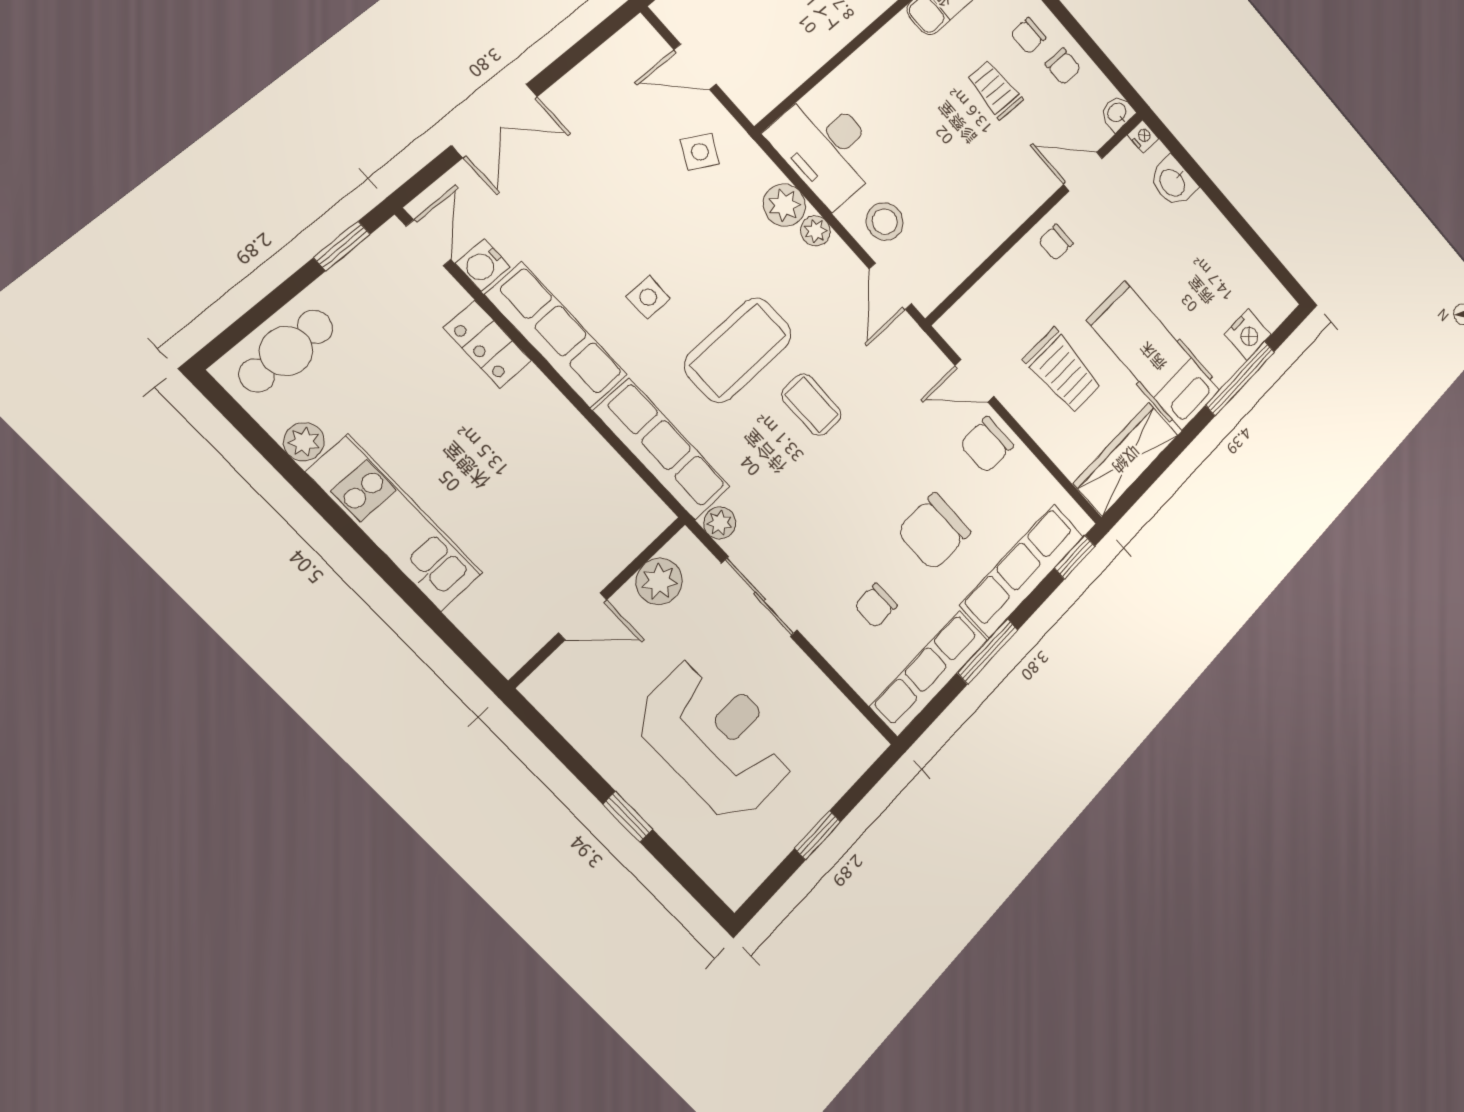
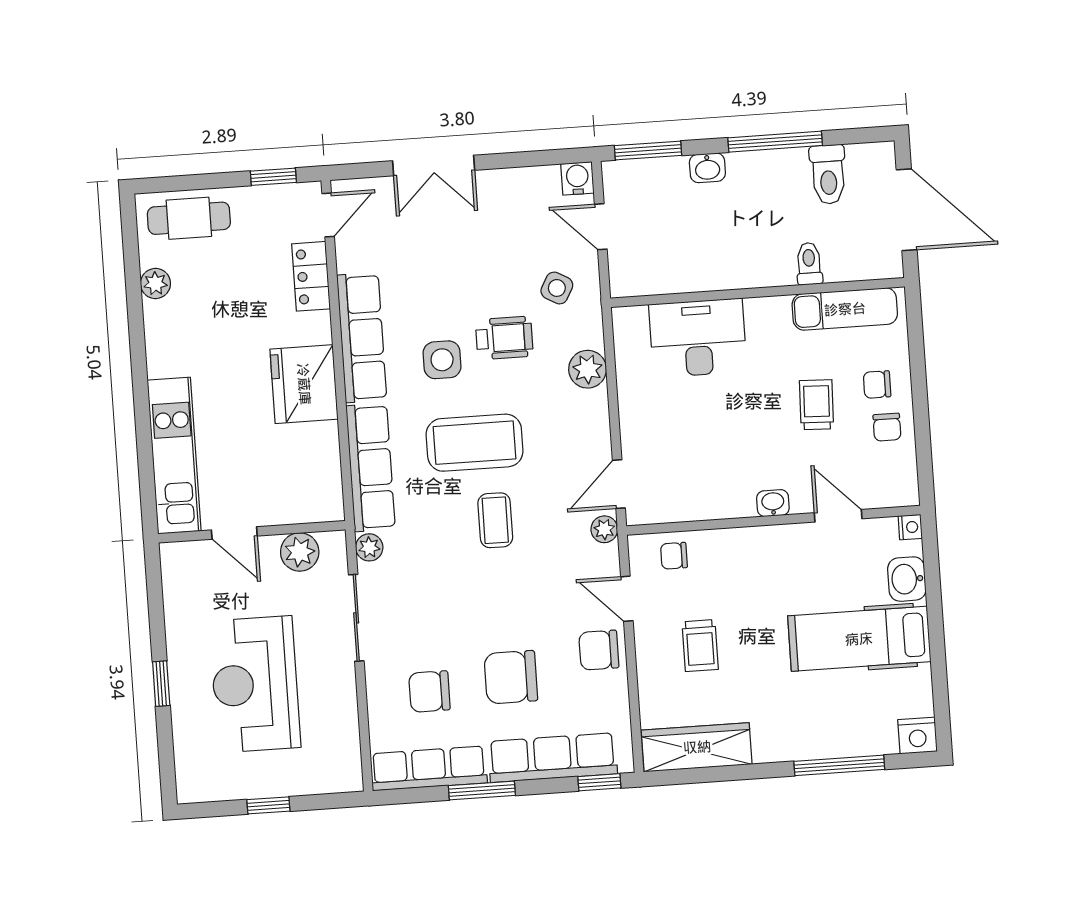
washbasin: (1117, 113) -> (773, 503), moved
desk: (826, 148) -> (698, 338), moved, turned 90
stool: (885, 222) -> (652, 436), removed
plant: (815, 231) -> (604, 529), moved
wheelchair: (689, 233) -> (504, 338), added
chair: (1056, 242) -> (674, 556), moved
water cooler: (483, 265) -> (577, 178), moved, turned 90
side table: (648, 297) -> (442, 360), width x1.37, depth x1.37
nightstand: (1248, 334) -> (918, 736), moved
locker: (487, 344) -> (311, 276), moved
hospital bed: (1153, 356) -> (859, 639), moved, turned -90
trolley: (1063, 371) -> (700, 646), width x0.73, depth x0.72
fridge: (536, 422) -> (304, 384), added
kitchen unit: (395, 523) -> (174, 456), moved
chair: (876, 605) -> (429, 692), width x1.37, depth x1.37
reception desk: (716, 738) -> (255, 684), turned 180

